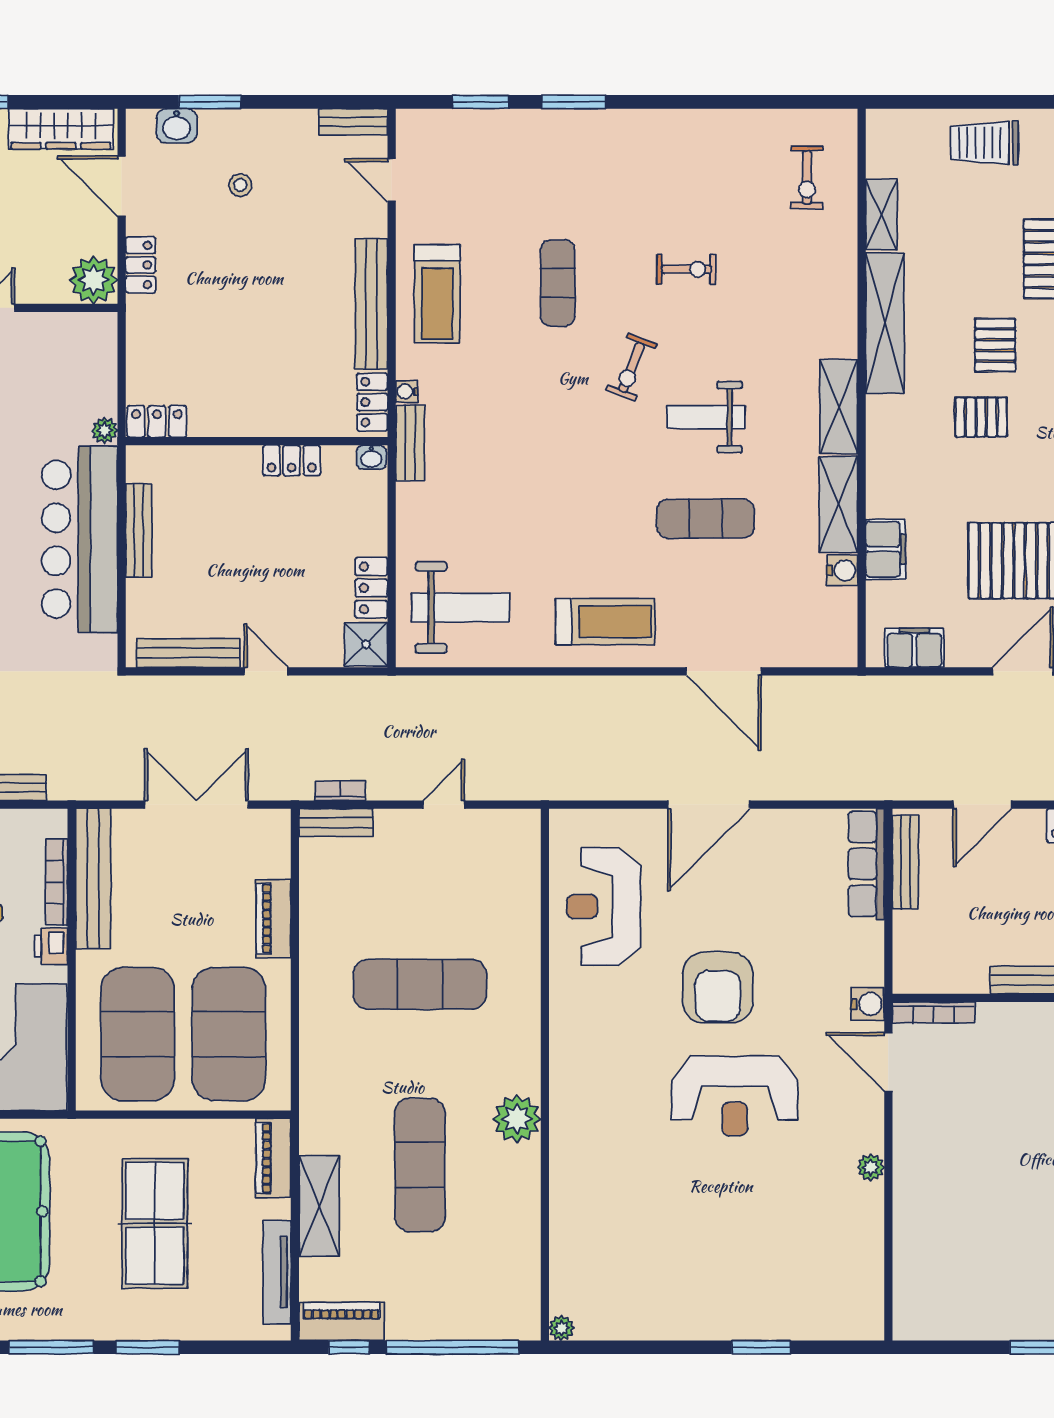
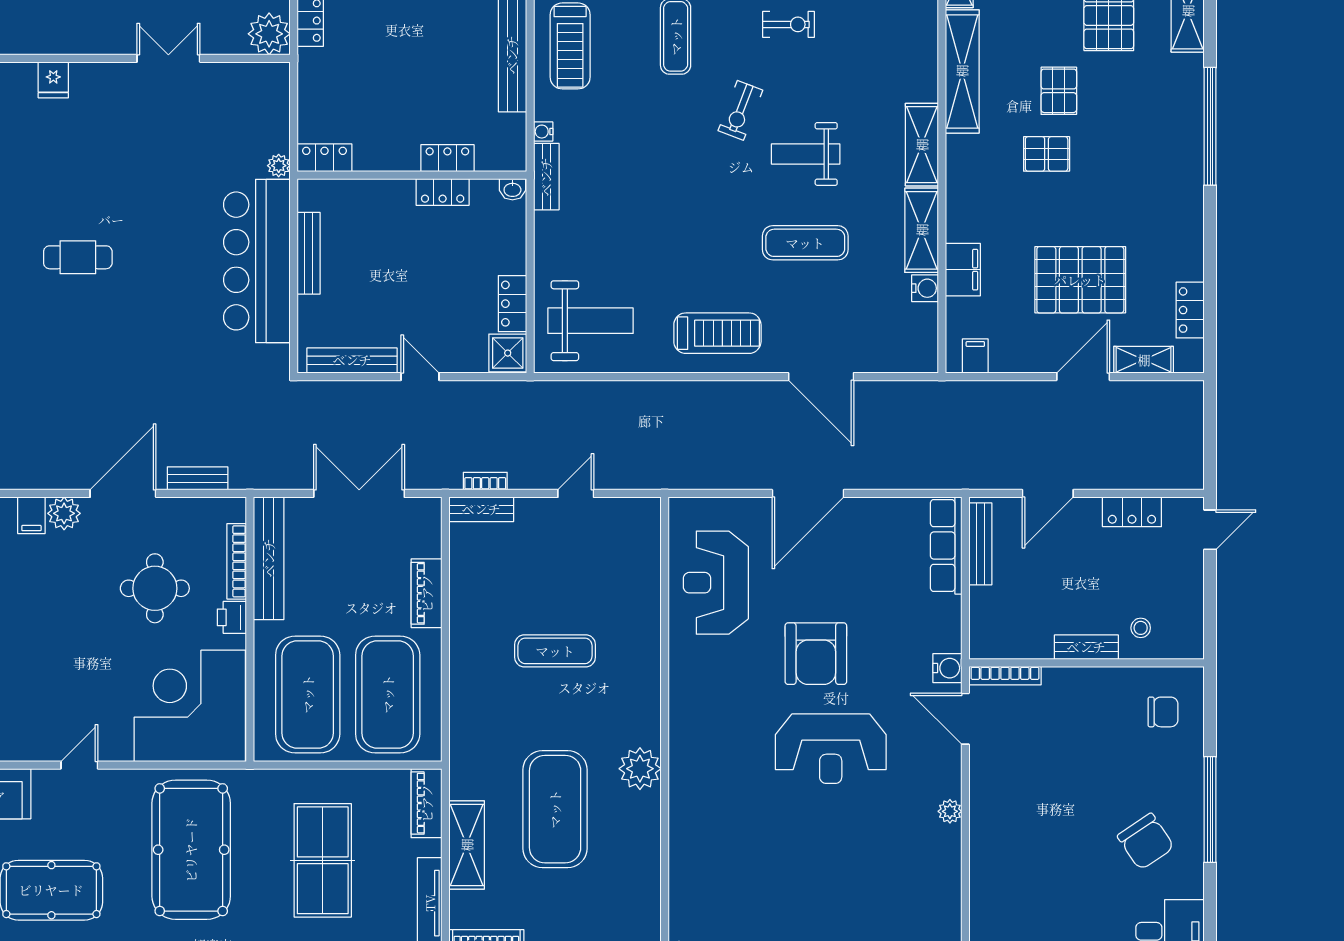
locker: (372, 402) -> (447, 158), moved, turned 90
filing cabinet: (914, 648) -> (975, 356), width x0.50
exercise mat: (420, 984) -> (555, 651), width x0.73, depth x0.69
exercise mat: (420, 1165) -> (555, 809), width x1.47

